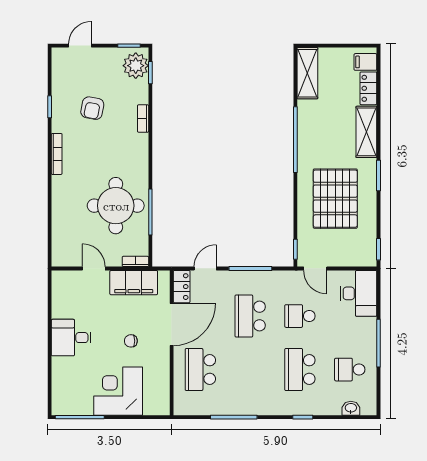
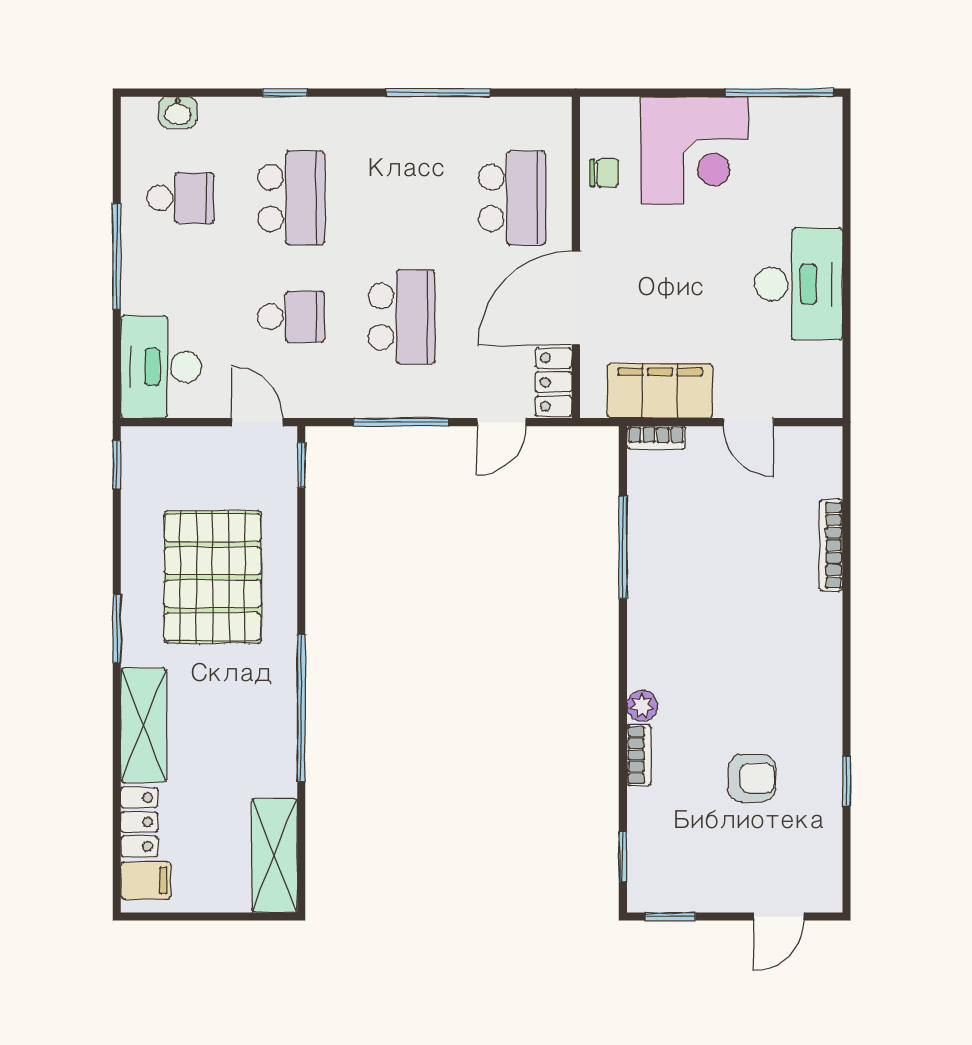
plant: (136, 66) -> (642, 706), moved, width x0.53, depth x0.53
armchair: (92, 108) -> (752, 778), turned 79
bookcase: (57, 154) -> (831, 545), moved
round table: (116, 206) -> (700, 562), removed
desk: (71, 338) -> (799, 284), width x1.37
chair: (131, 341) -> (604, 173), moved

